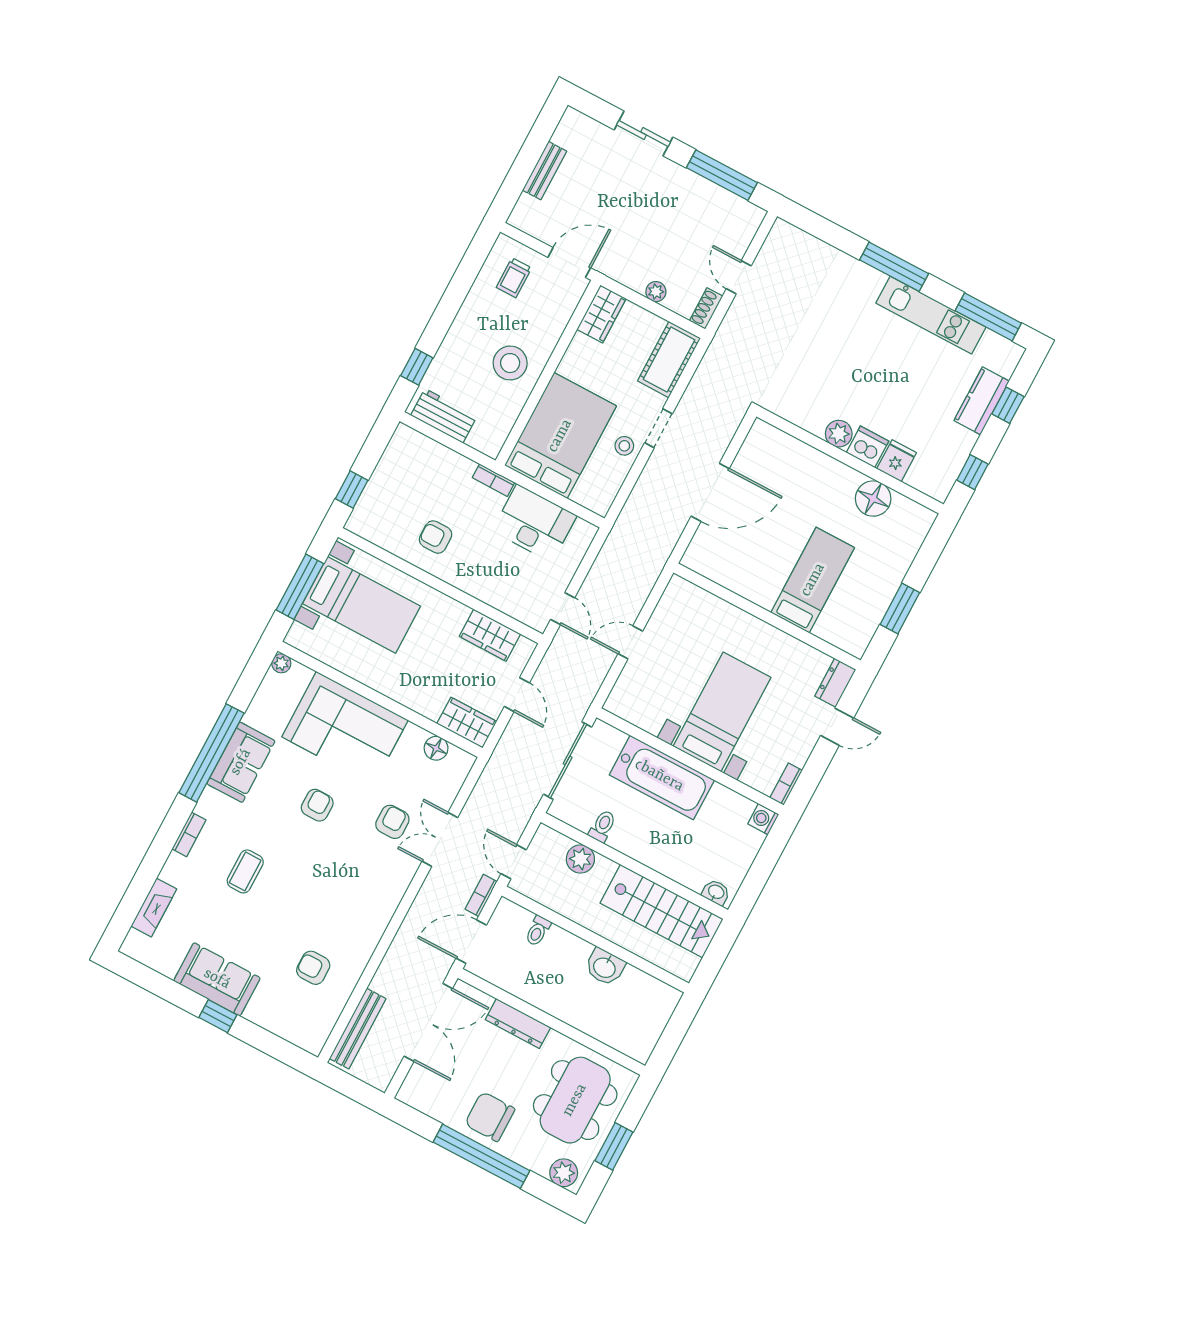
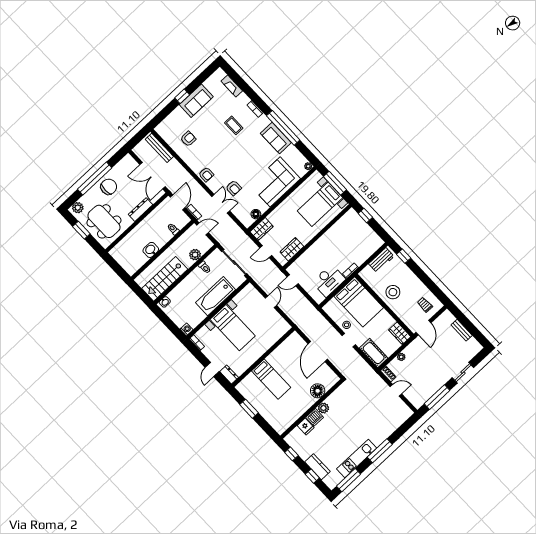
floor lamp: (873, 499) -> (318, 391), moved
armchair: (436, 537) -> (336, 241), removed
armchair: (317, 805) -> (206, 174), moved

